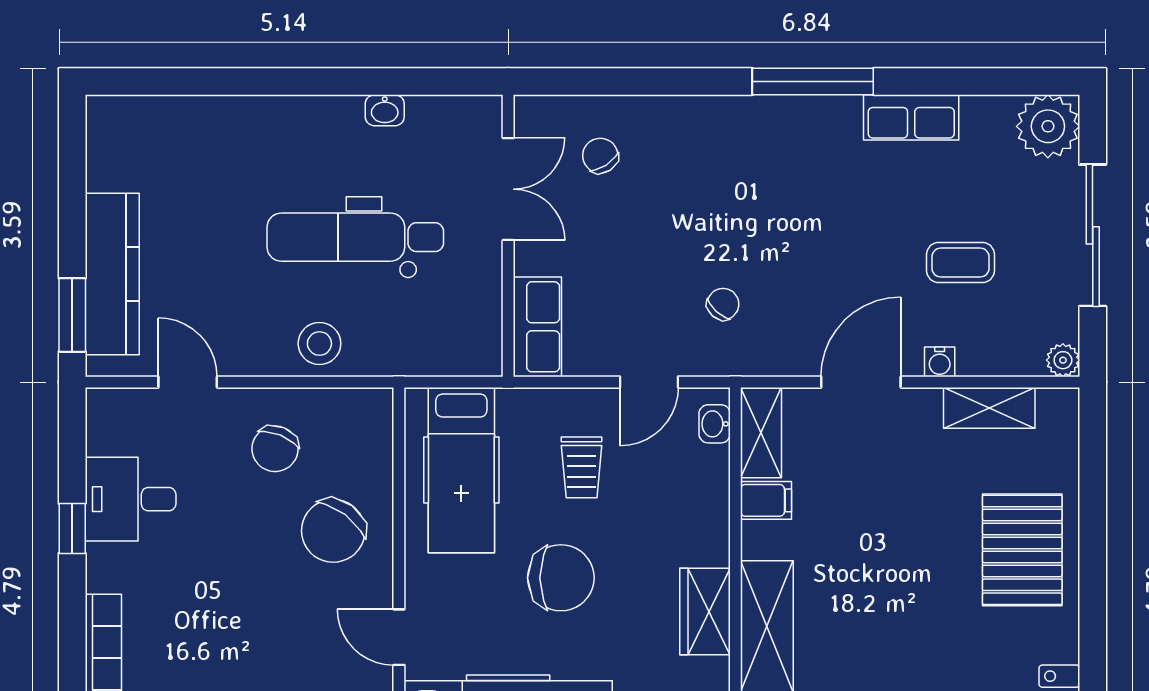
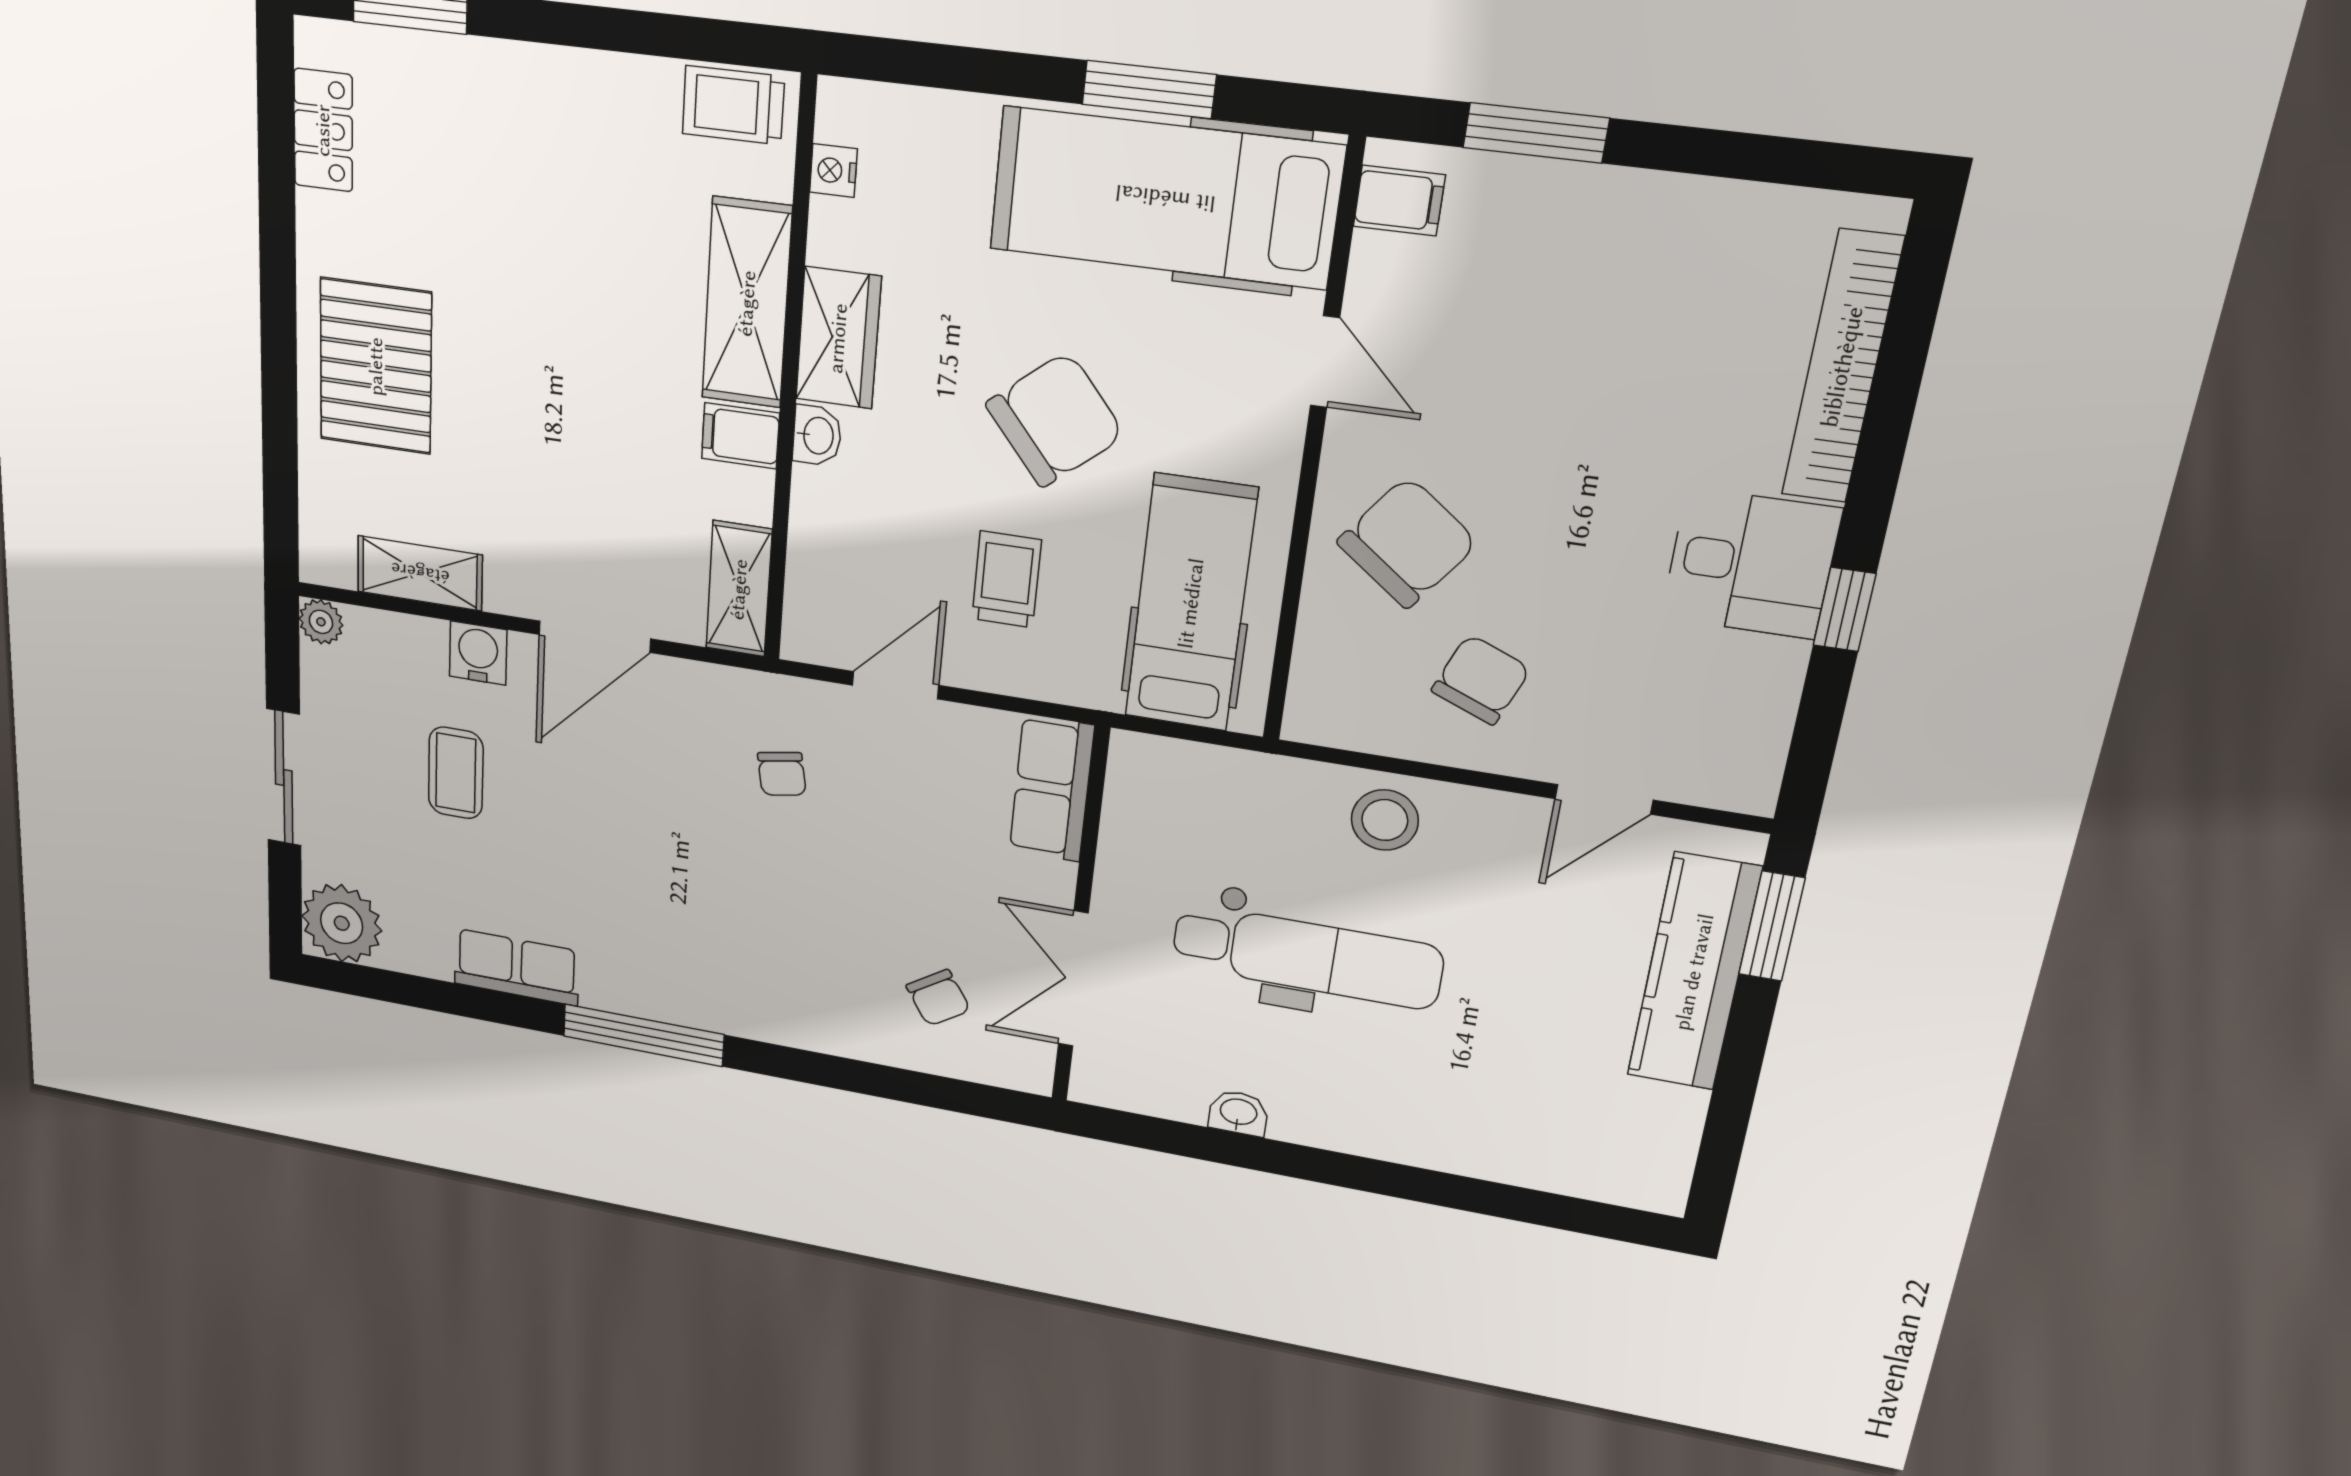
sliding door: (1093, 235) -> (284, 777), width x0.73
coffee table: (960, 263) -> (456, 773), turned 90
chair: (723, 304) -> (782, 774), turned -52
water cooler: (940, 362) -> (478, 653), width x1.38, depth x1.38
door: (188, 382) -> (1604, 799), hinge flipped
washbasin: (715, 424) -> (817, 436), moved
desk: (131, 499) -> (1751, 563), moved
filing cabinet: (766, 500) -> (740, 436), moved
chair: (561, 578) -> (1055, 420), turned 140

